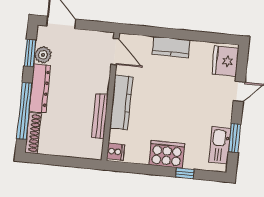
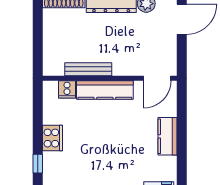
cooker: (116, 152) -> (67, 89), moved
cooker: (167, 154) -> (53, 138), width x0.73, depth x0.76

